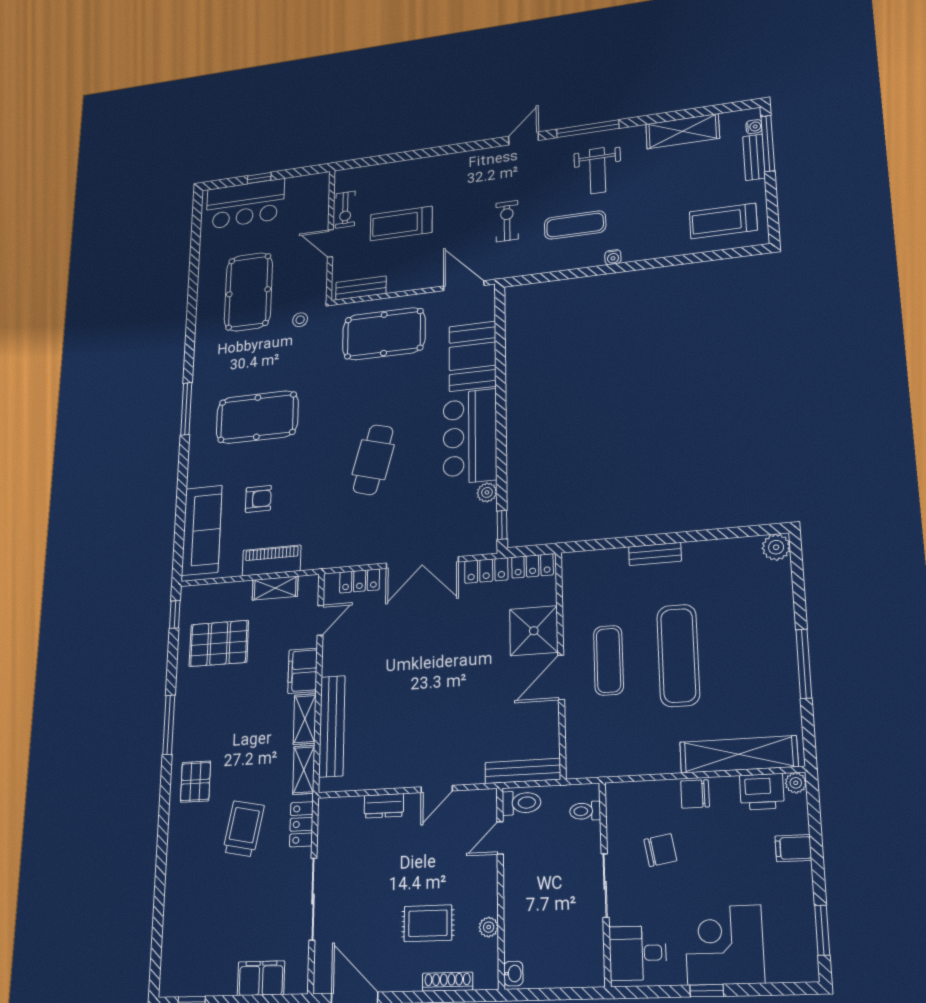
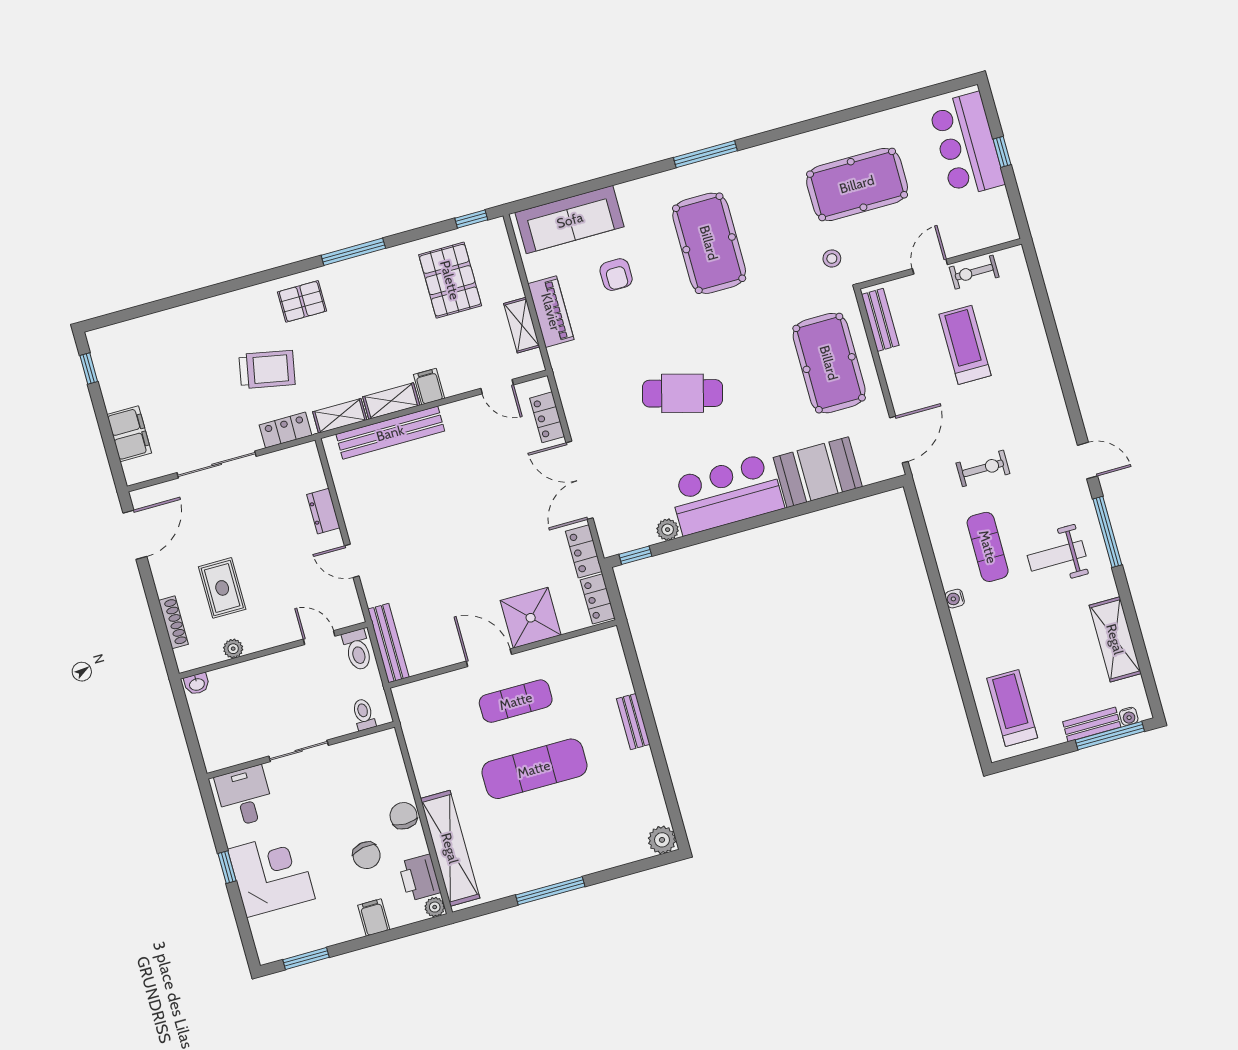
filing cabinet: (303, 671) -> (429, 386), width x0.50
chair: (660, 850) -> (367, 855), moved

